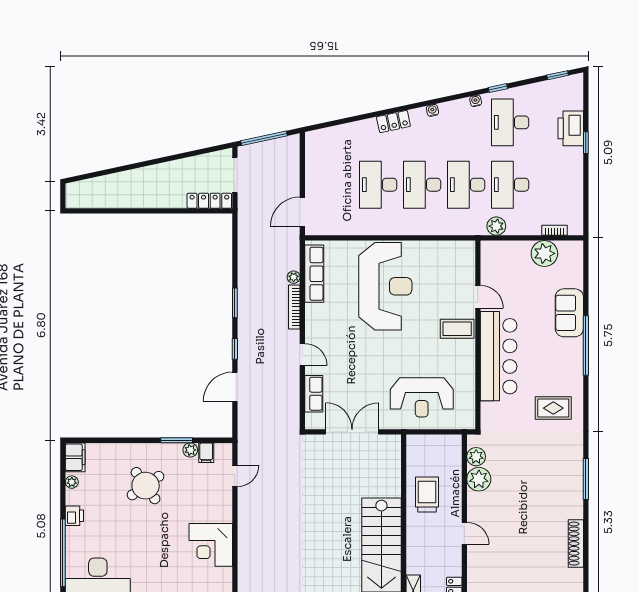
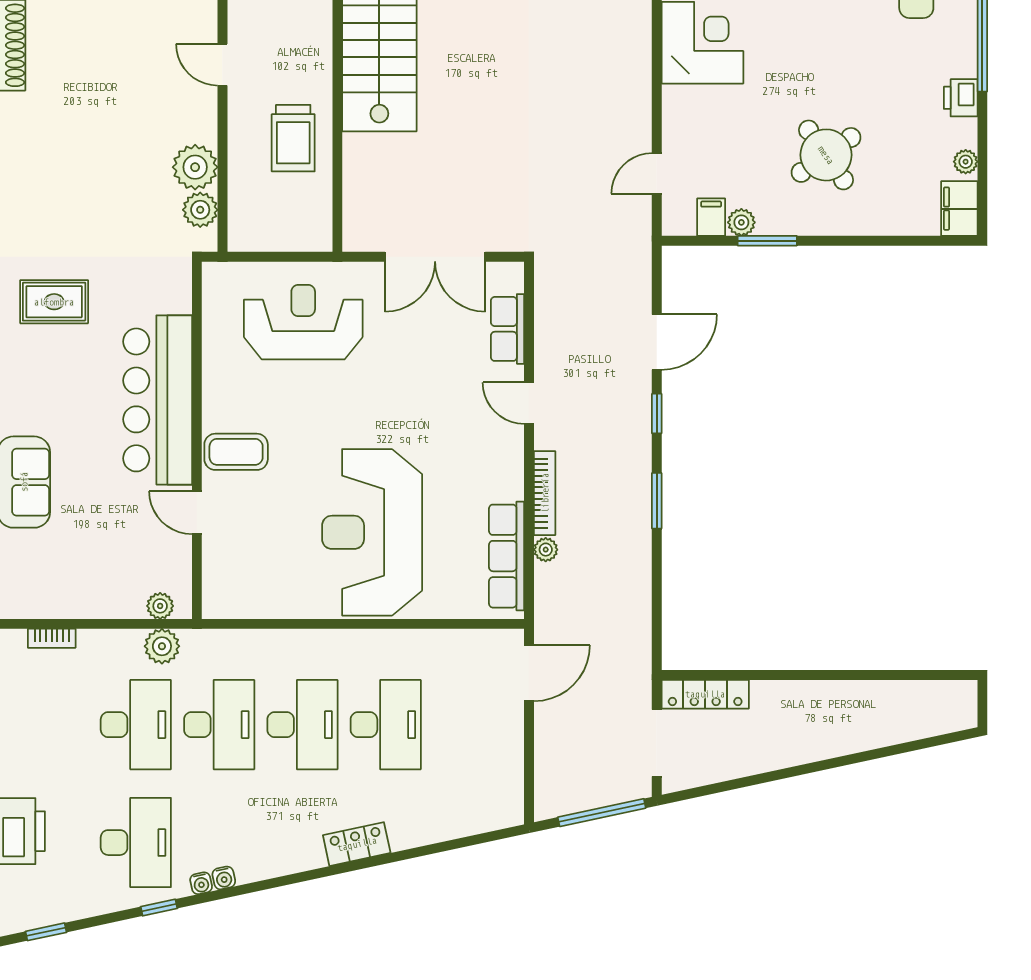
water cooler: (432, 110) -> (224, 878), moved
plant: (544, 253) -> (160, 606), moved, width x0.53, depth x0.53

